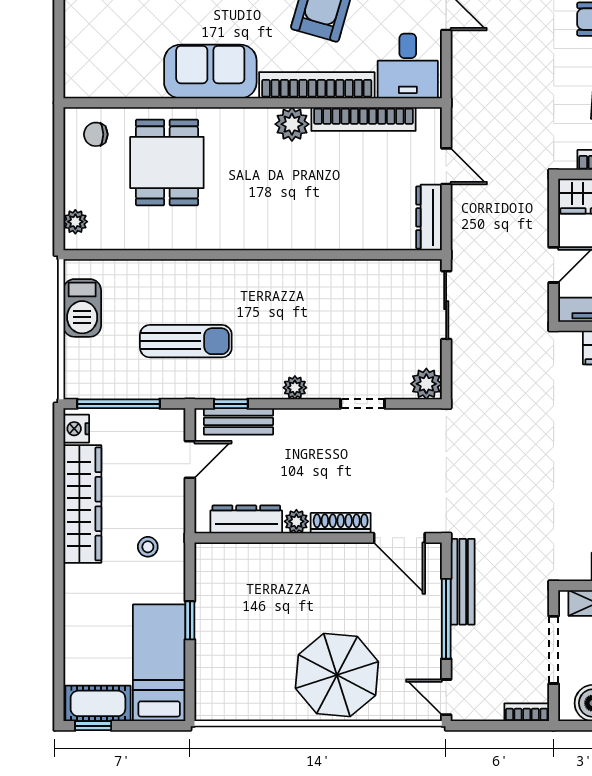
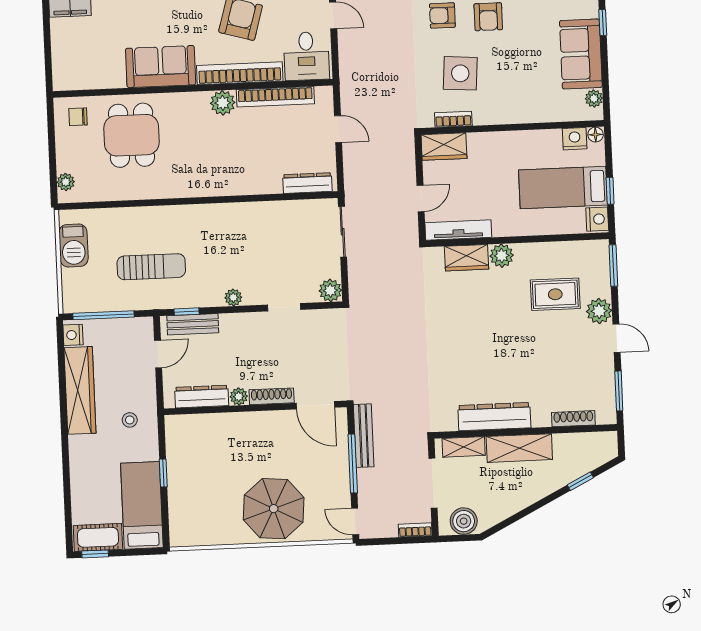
dresser: (429, 217) -> (307, 183), moved, turned 90

